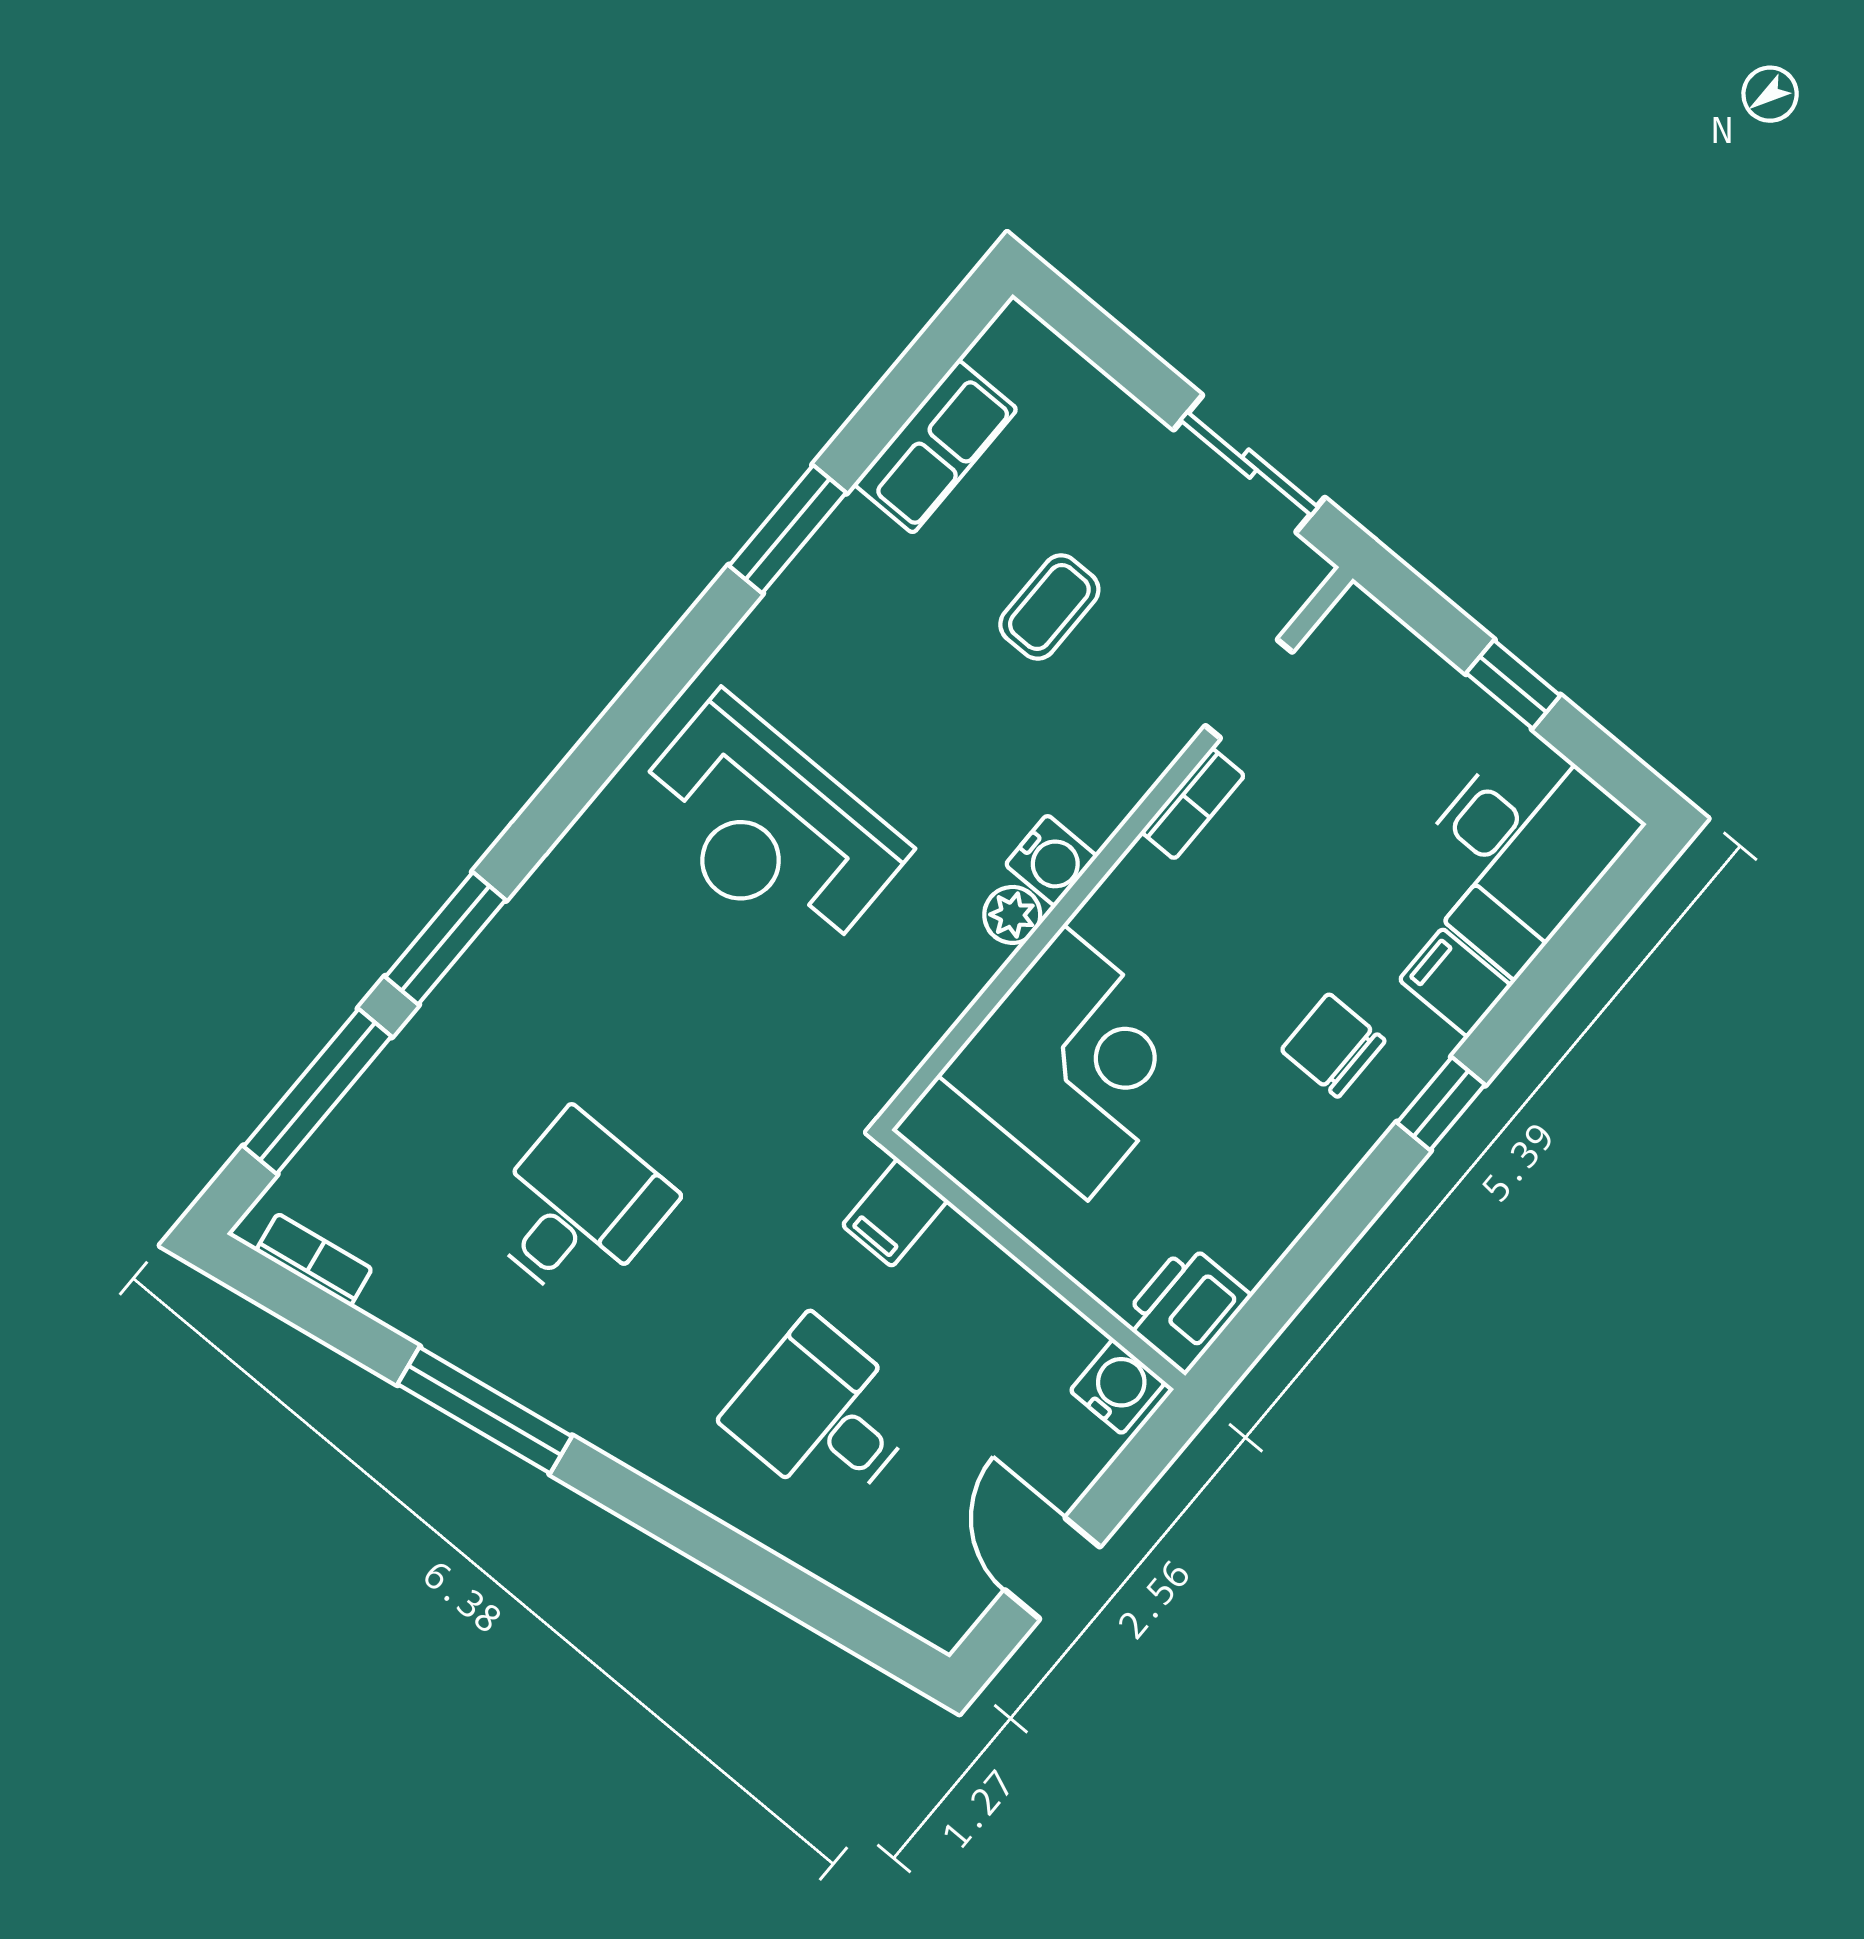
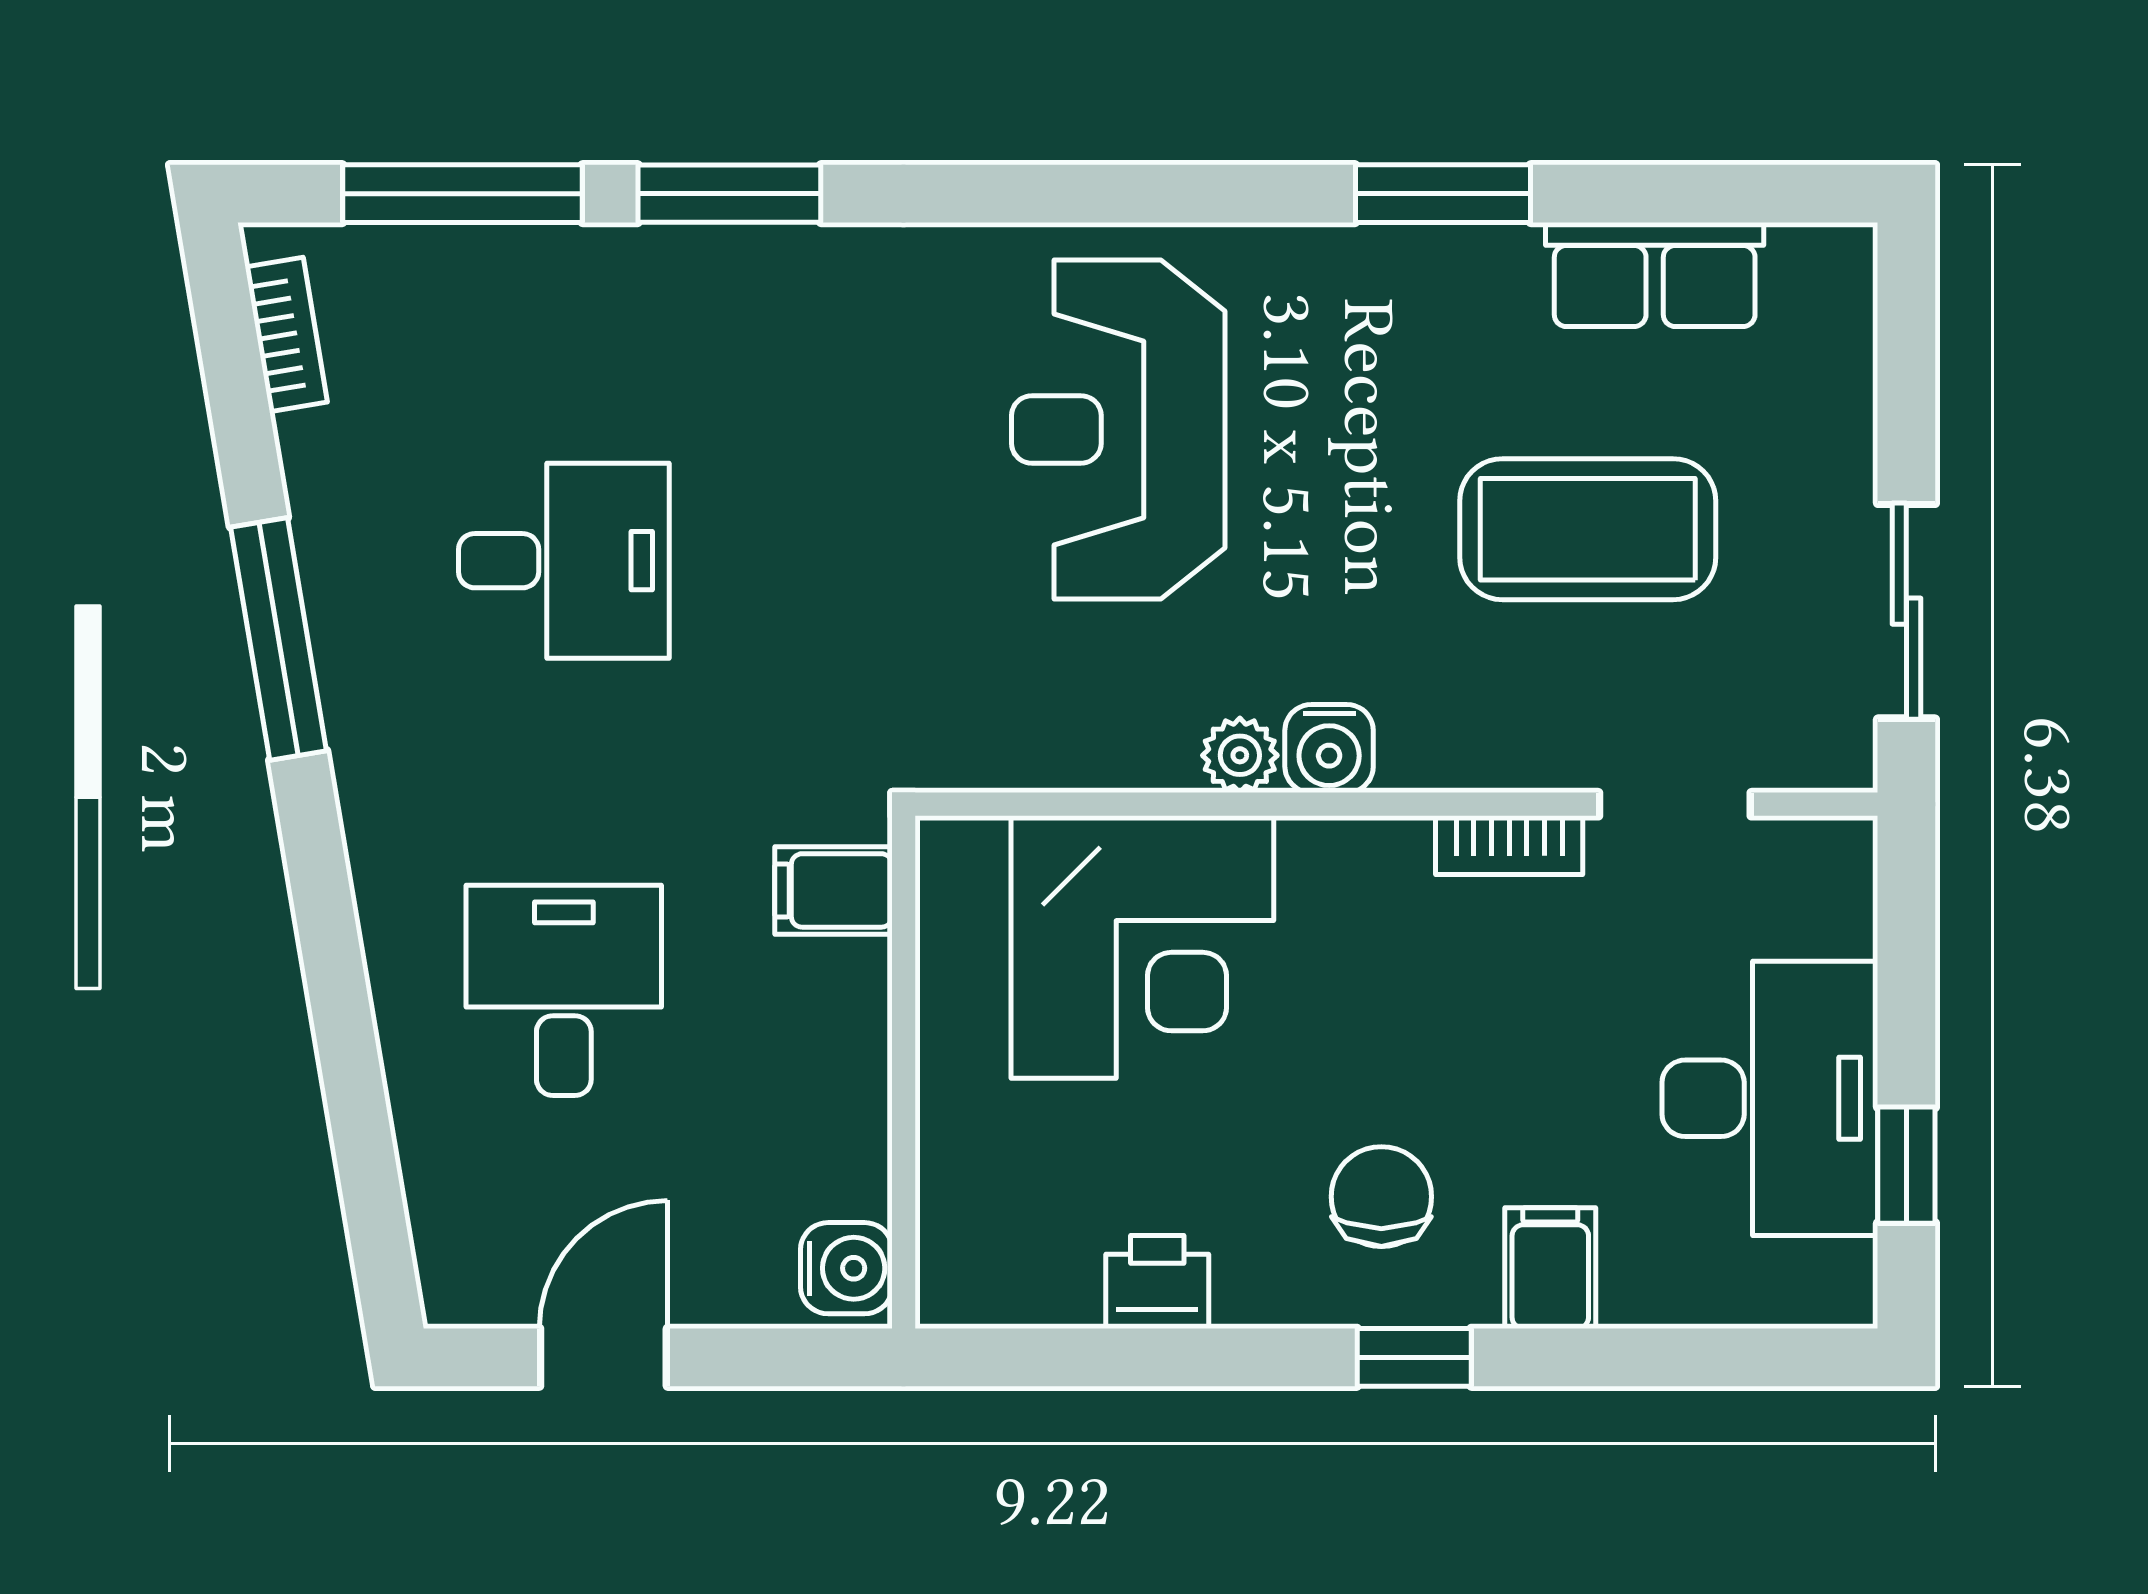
coffee table: (1049, 607) -> (1588, 529), width x1.86, depth x1.72
window: (1513, 684) -> (1906, 1165), moved
desk: (1519, 851) -> (1770, 1098), moved, turned -90
printer: (1186, 1308) -> (1157, 1282), moved, width x0.73, depth x0.81

